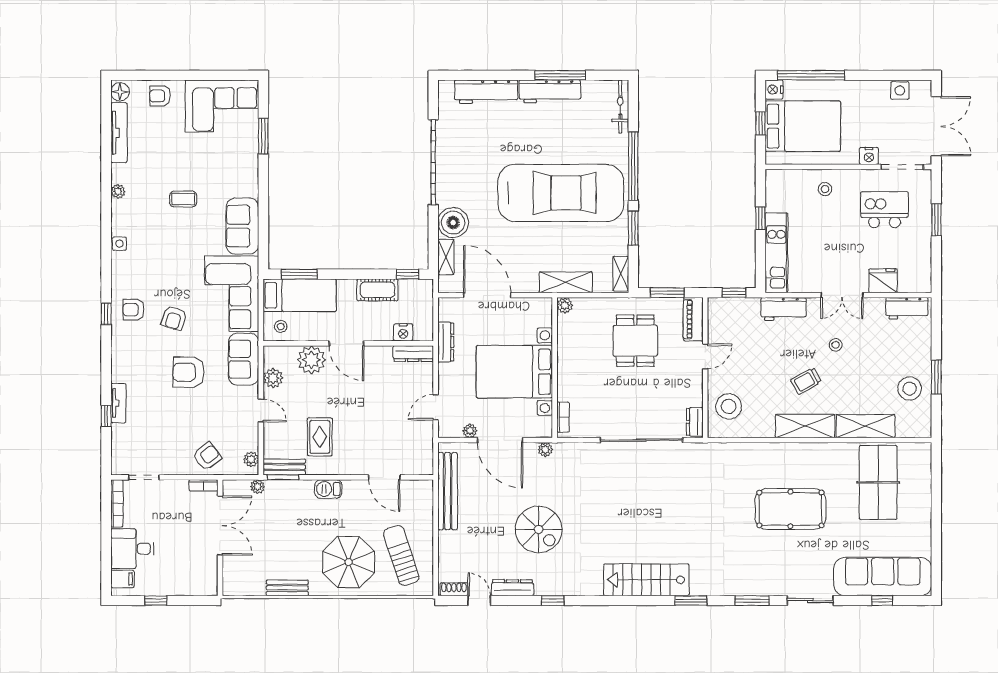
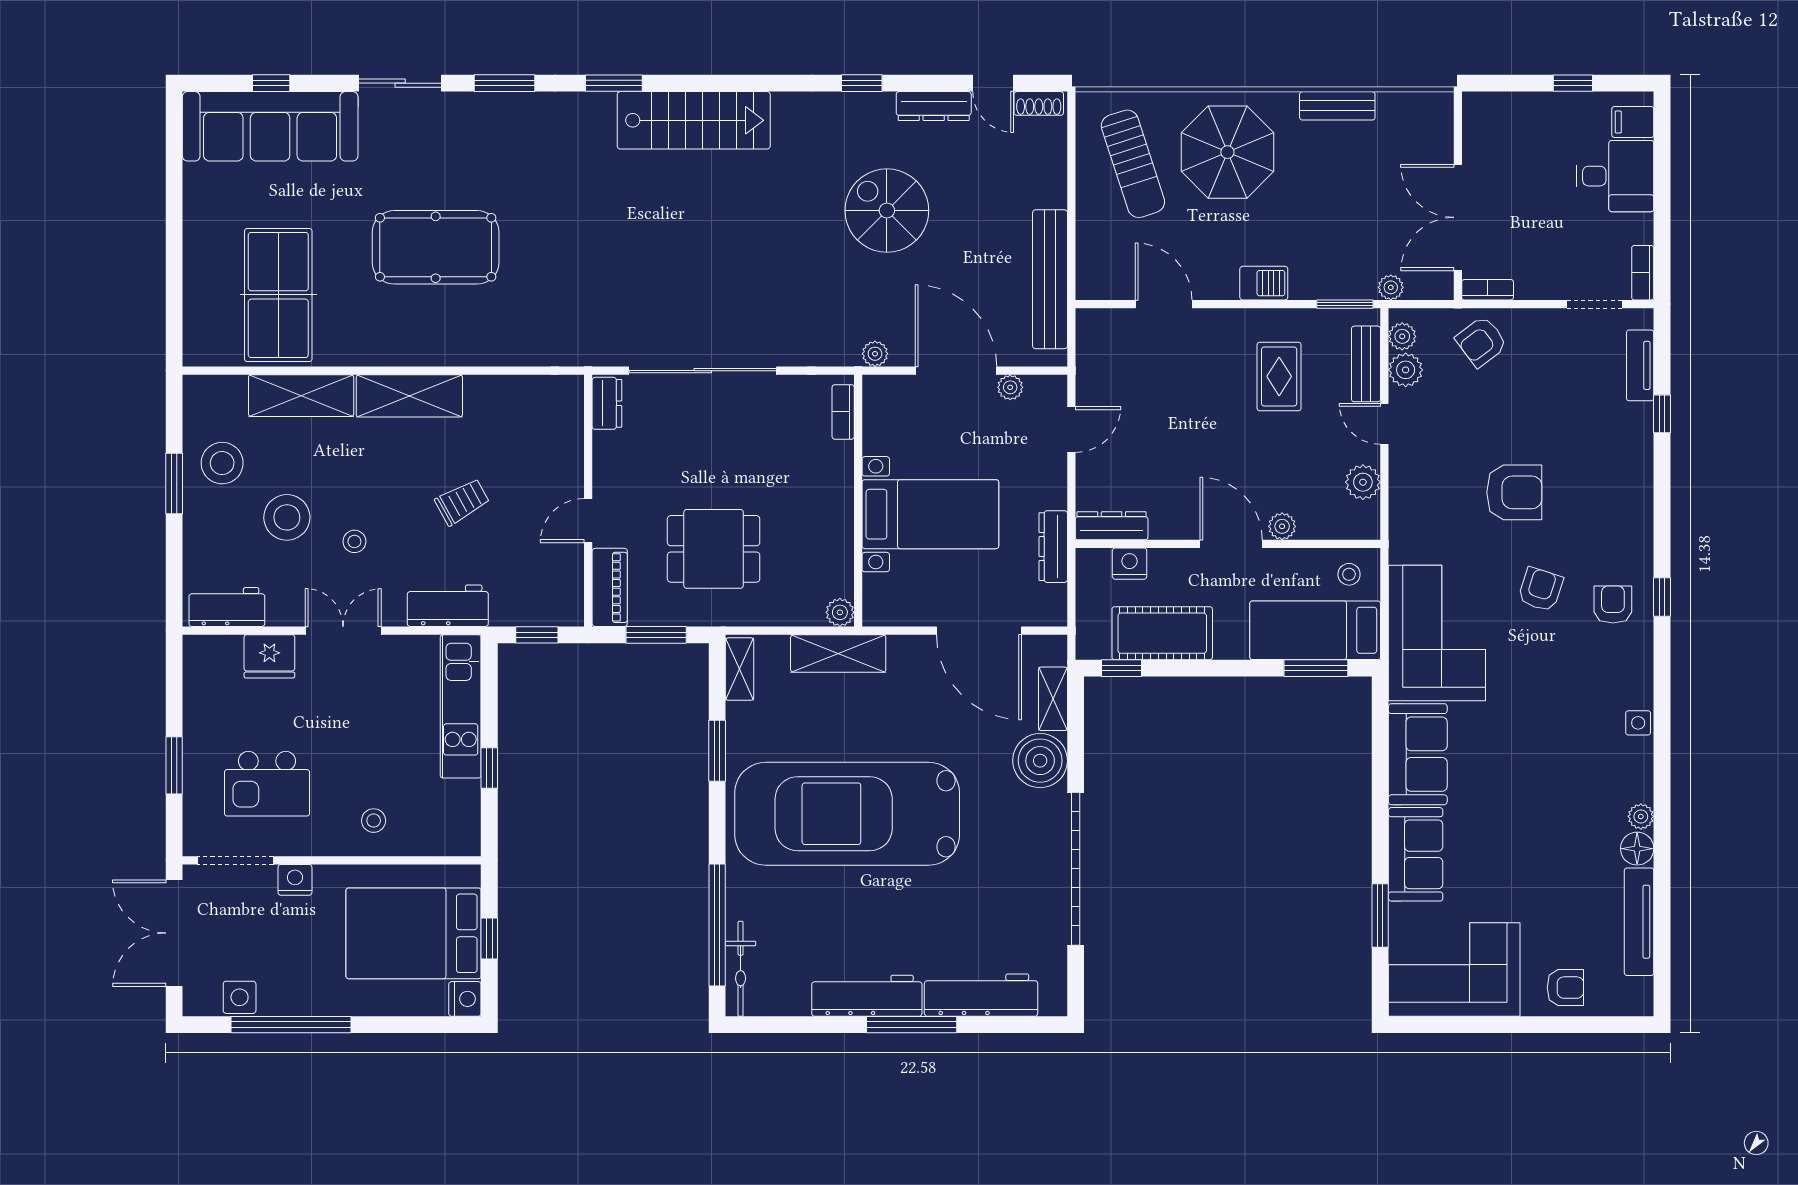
window: (560, 75) -> (912, 1025), moved
window: (811, 75) -> (291, 1025), moved
floor lamp: (120, 92) -> (1637, 849), moved
window: (633, 166) -> (717, 925), moved
coffee table: (183, 199) -> (1524, 803), removed
cot: (377, 290) -> (1162, 633), width x1.37, depth x1.34
armchair: (133, 310) -> (1613, 604), turned -90
dining table: (635, 341) -> (714, 549), turned 90
sofa: (244, 359) -> (1416, 854), moved
plant: (311, 360) -> (1282, 526), width x0.53, depth x0.53
bed with nightstands: (514, 372) -> (930, 514), width x0.73
trolley: (806, 381) -> (462, 502), moved
tv unit: (118, 403) -> (1640, 365), moved
stool: (729, 406) -> (287, 517), moved
plant: (249, 441) -> (1406, 370), added
bench: (284, 467) -> (1366, 364), moved, turned 90
bookcase: (117, 503) -> (1643, 273), width x0.64

